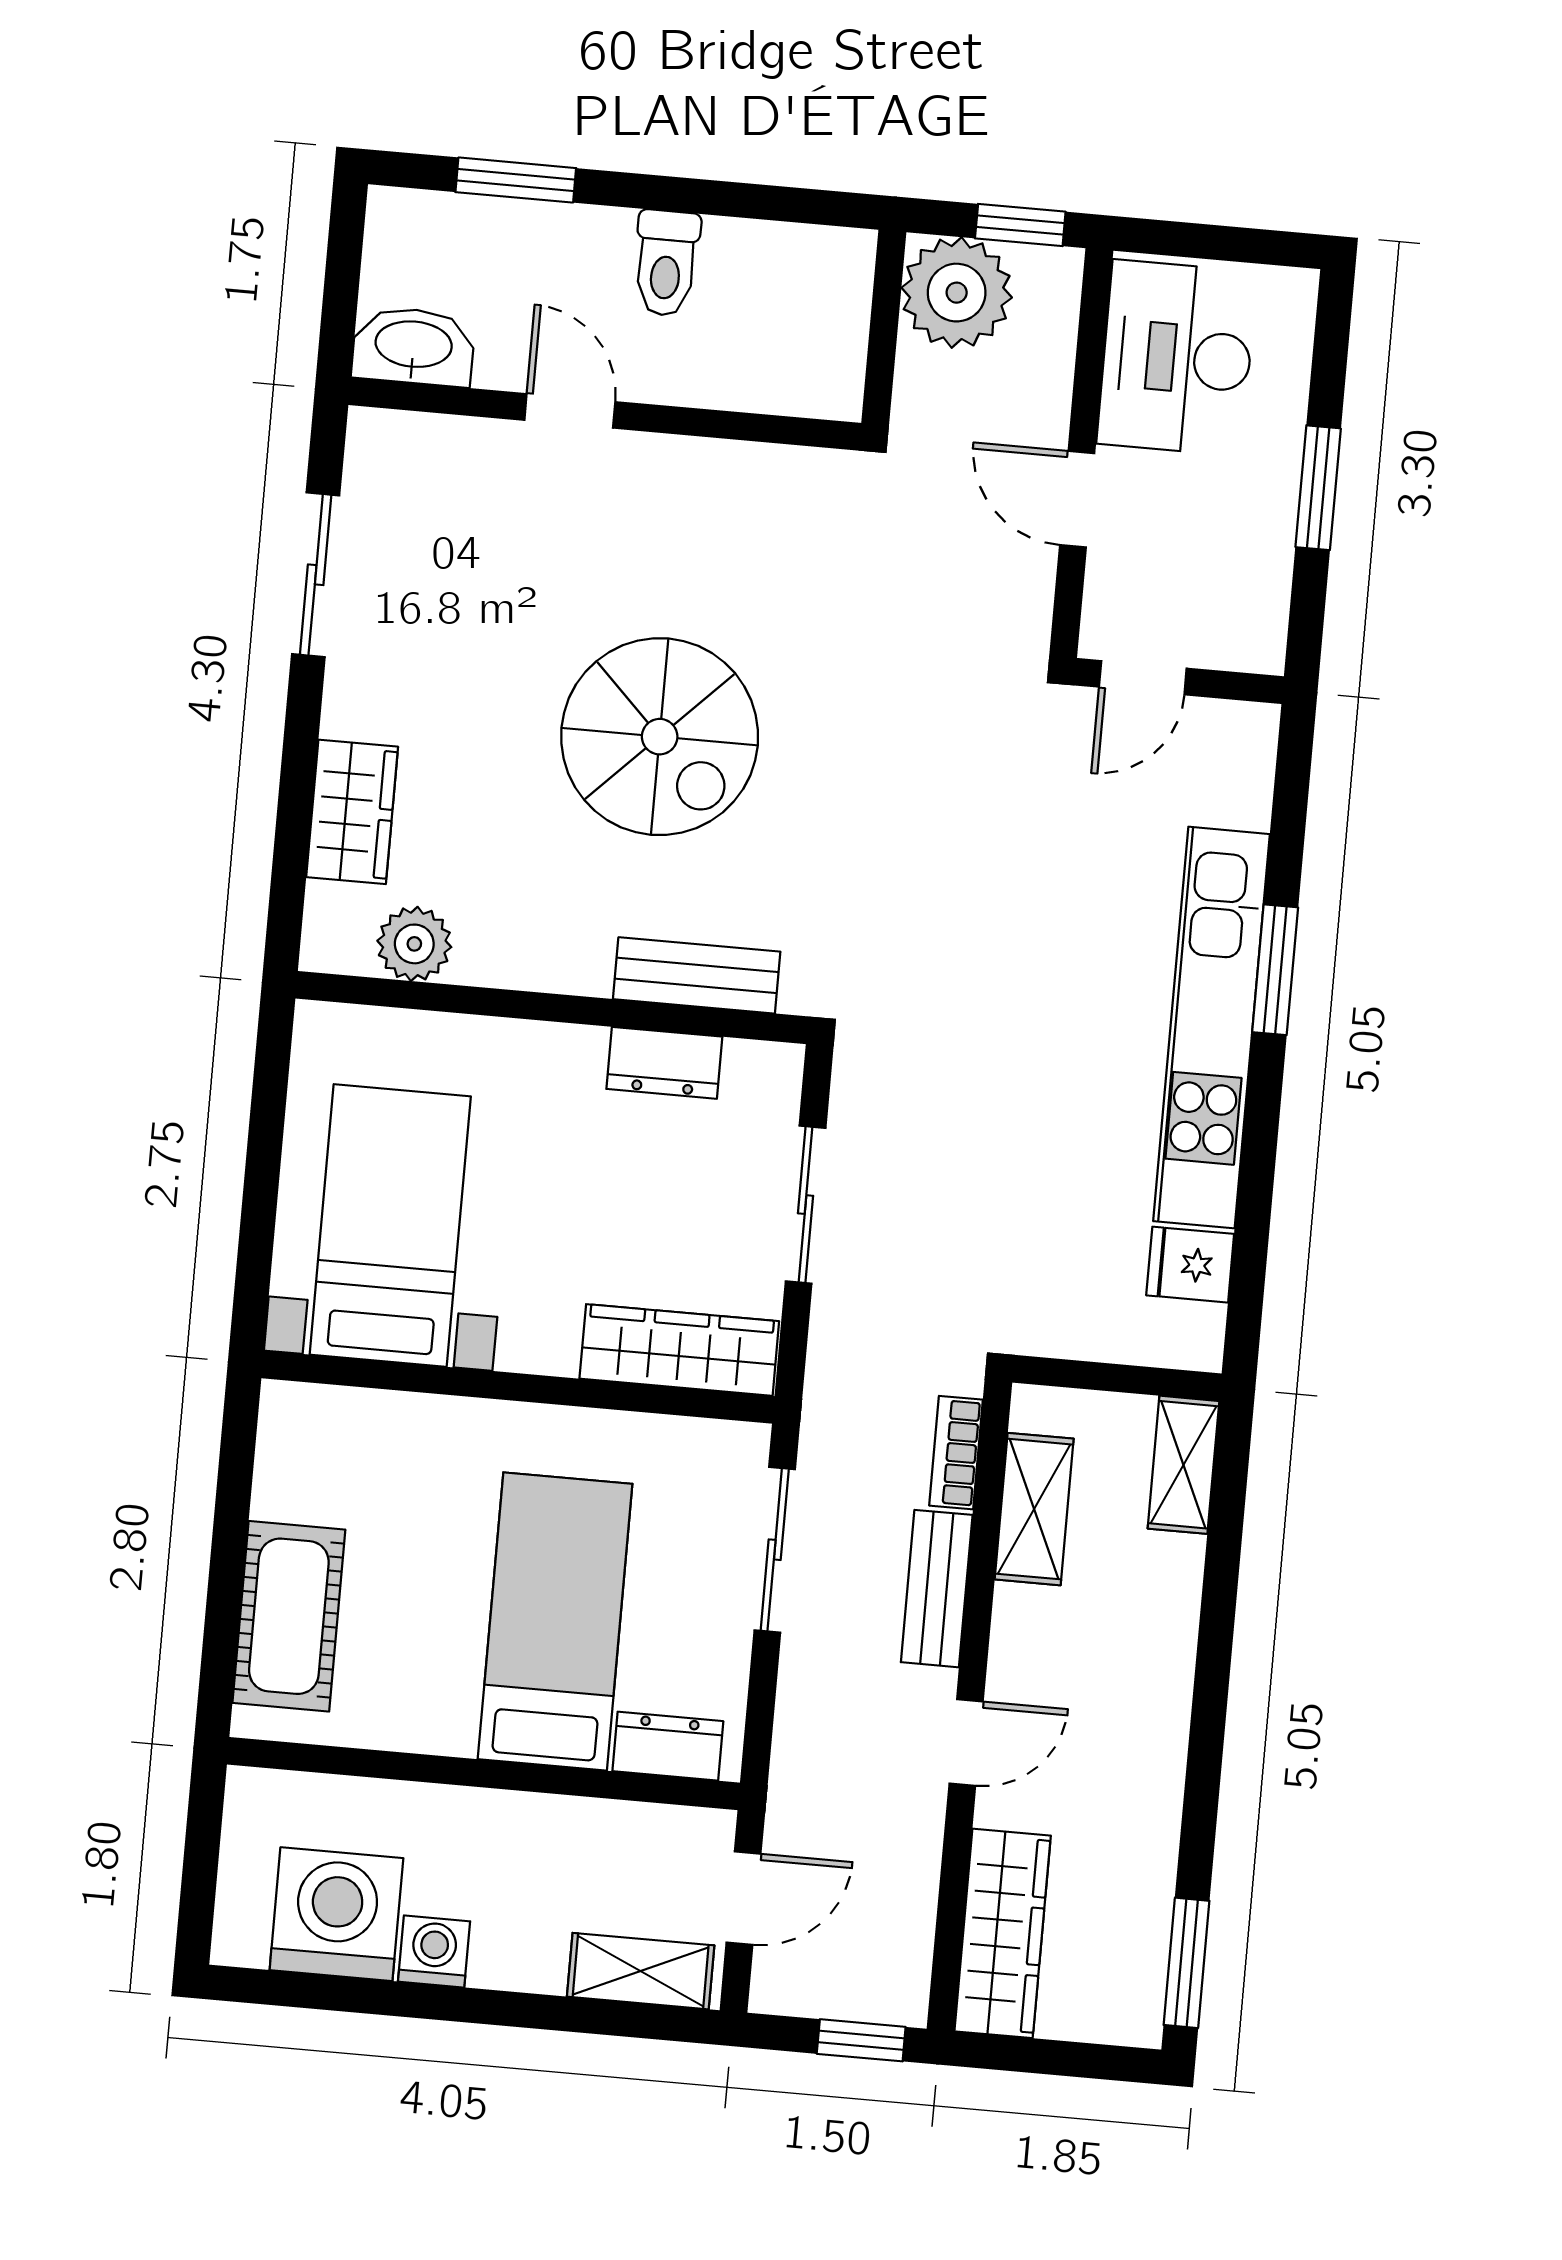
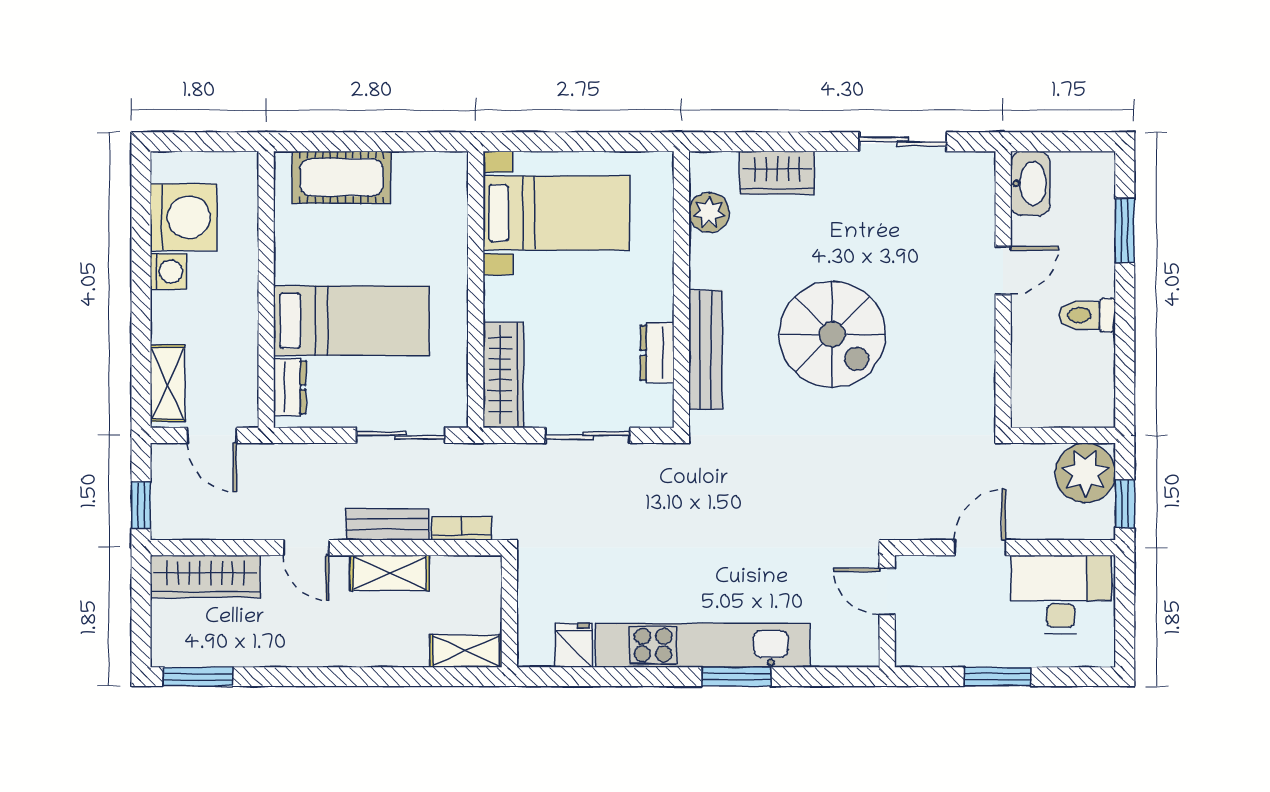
spiral stairs: (660, 737) -> (832, 334), turned -90
bench: (697, 975) -> (706, 350), width x1.36
shelving: (1034, 1509) -> (390, 573), moved

